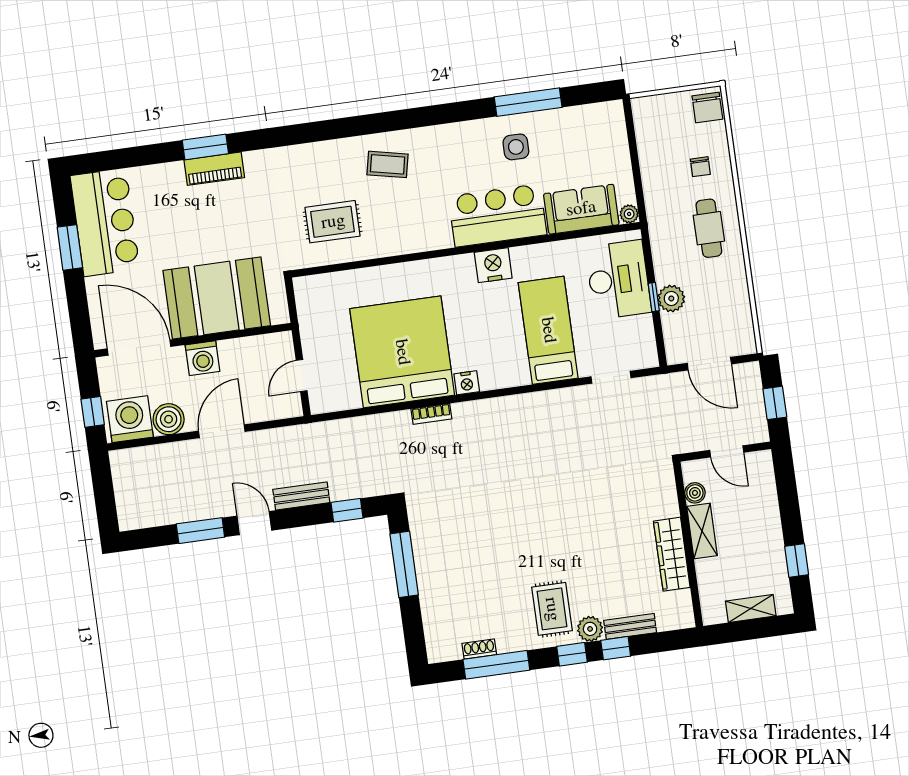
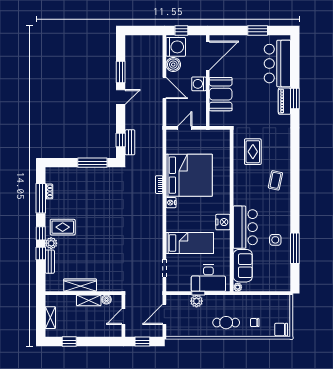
bar counter: (105, 222) -> (277, 64), moved, turned 90
booth: (217, 298) -> (221, 94), width x0.73, depth x0.70
door: (302, 376) -> (185, 128), hinge flipped
bench: (301, 496) -> (130, 142), moved

